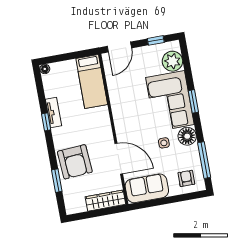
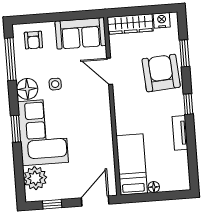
floor lamp: (45, 69) -> (154, 187), moved
window: (46, 122) -> (188, 104), moved
door: (119, 159) -> (110, 71), width x0.73
nightstand: (79, 207) -> (162, 20), added

